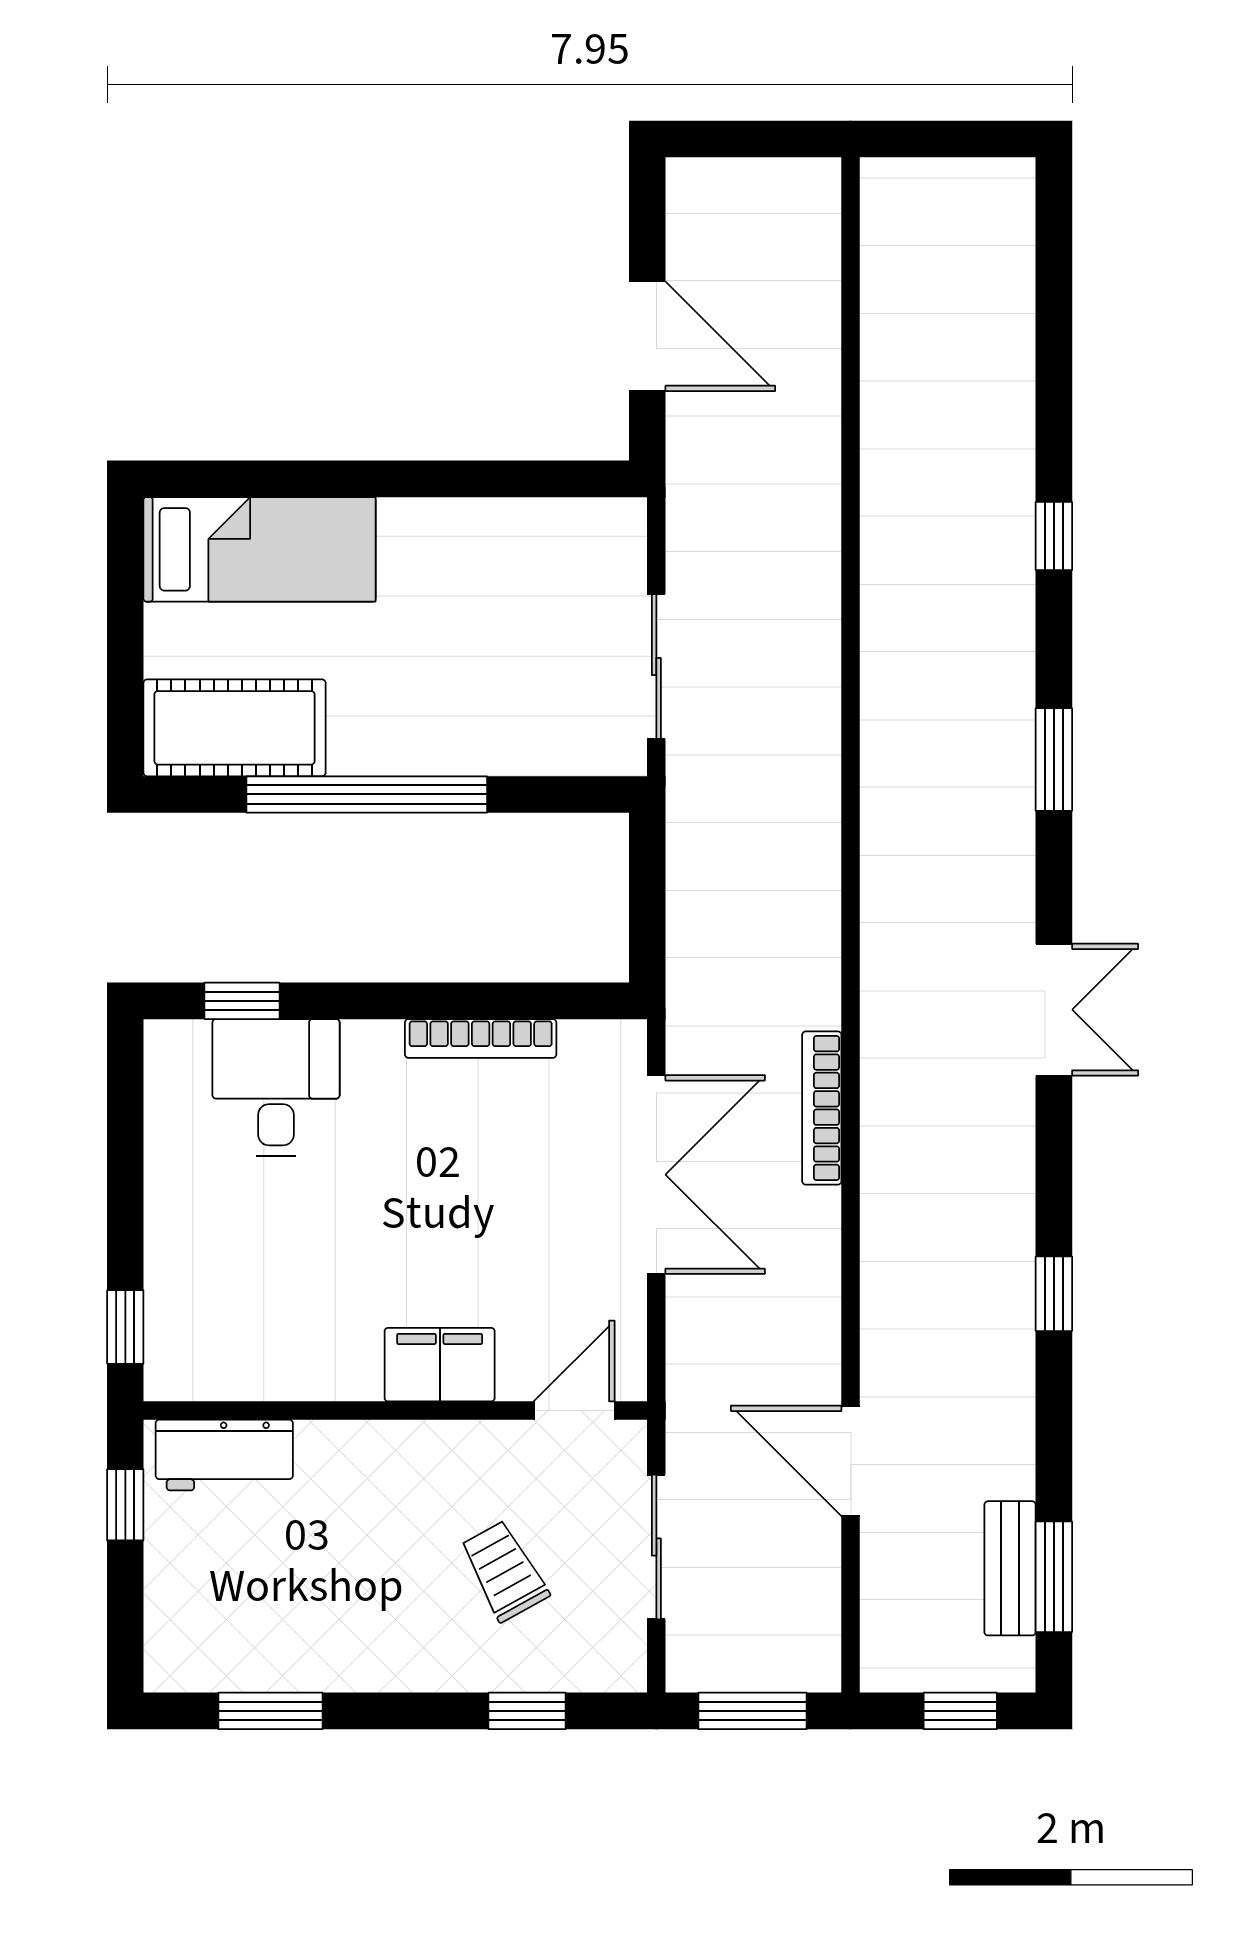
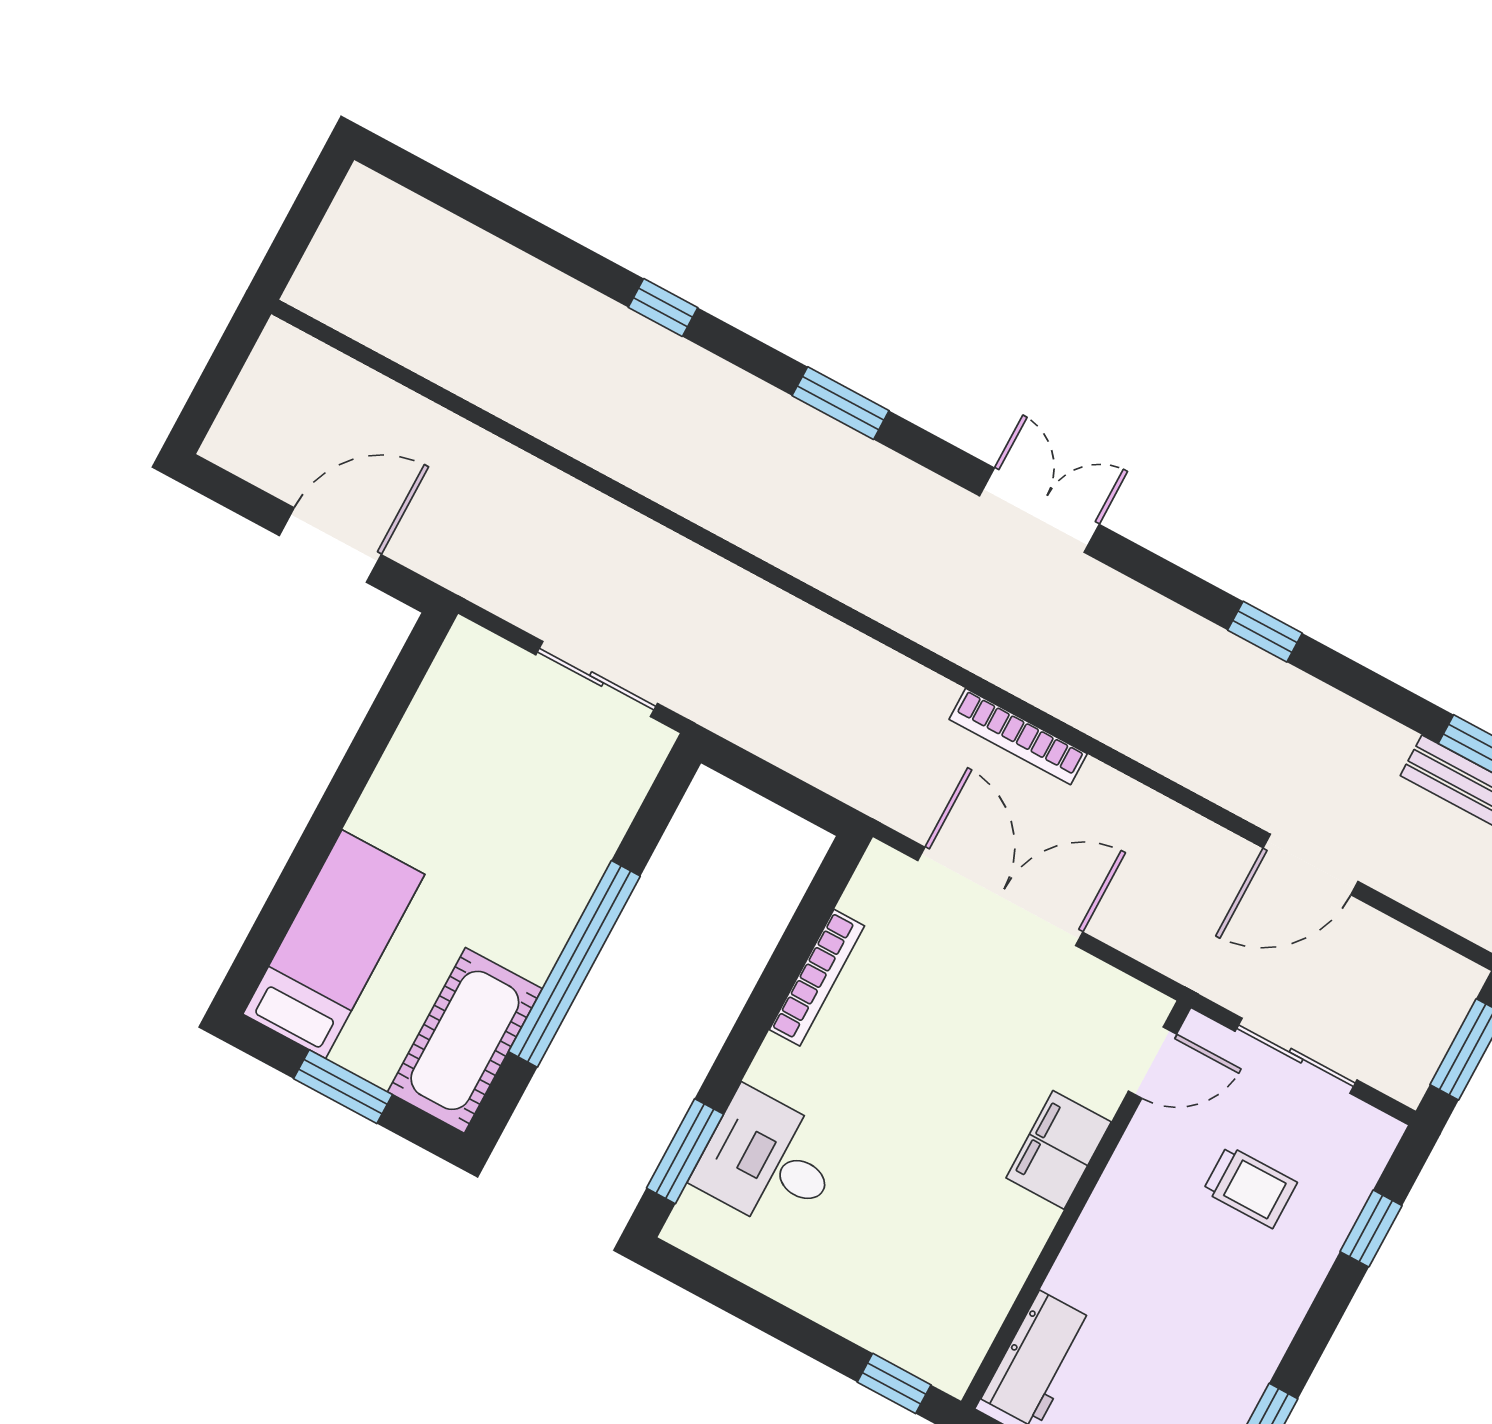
window: (125, 633) -> (343, 1087), added
window: (242, 1001) -> (685, 1151), width x1.50
door: (574, 1411) -> (1152, 1063), swing flipped
trolley: (504, 1571) -> (1250, 1187), turned -151

